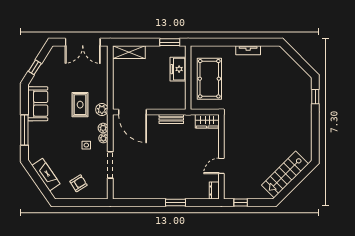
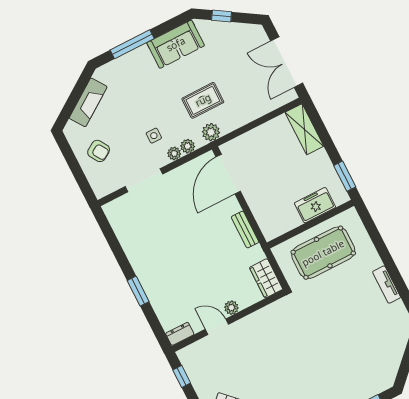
plant: (214, 151) -> (231, 308), added

